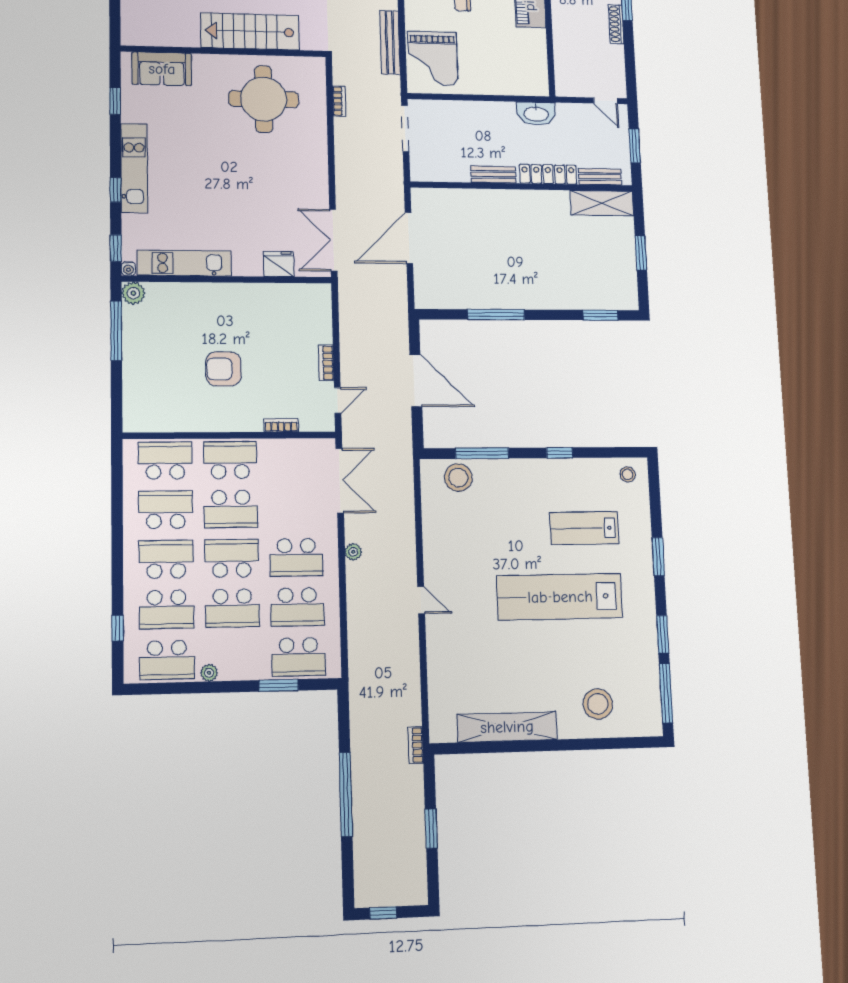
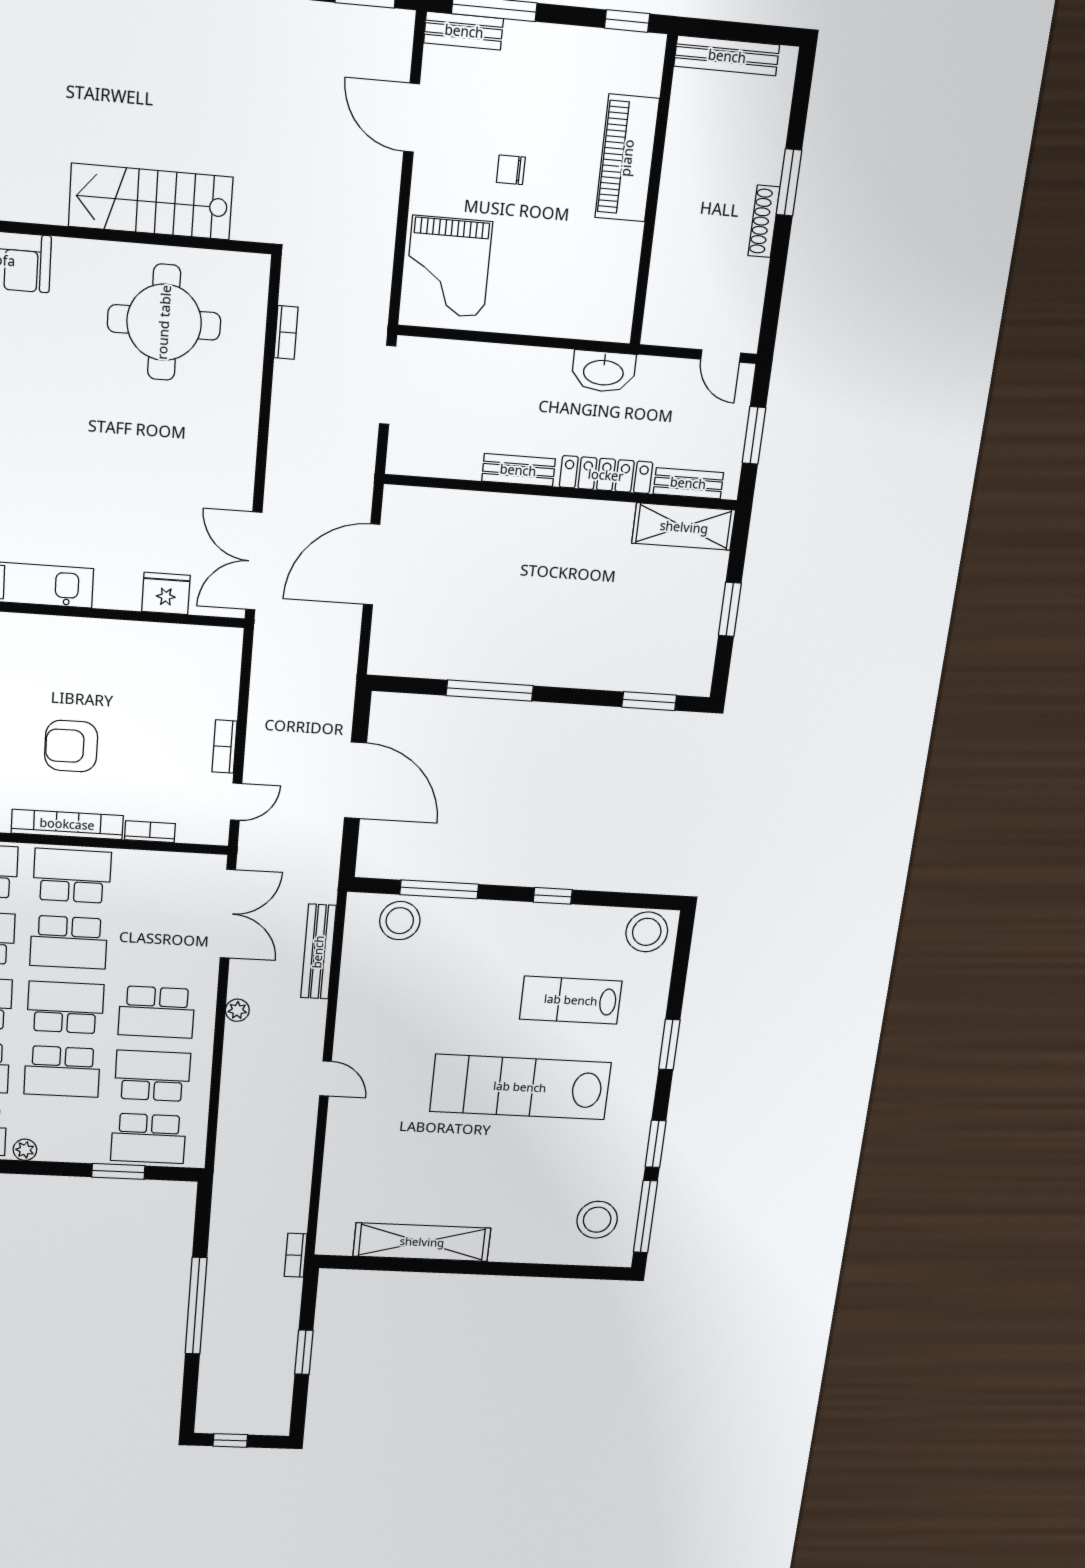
bench: (390, 42) -> (318, 952), moved
bookcase: (224, 424) -> (67, 824), added
stool: (628, 474) -> (647, 932), width x1.89, depth x1.89
school desk: (297, 607) -> (152, 1076), turned 180
stool: (598, 704) -> (597, 1220), moved

